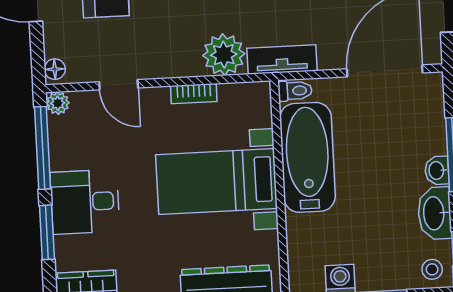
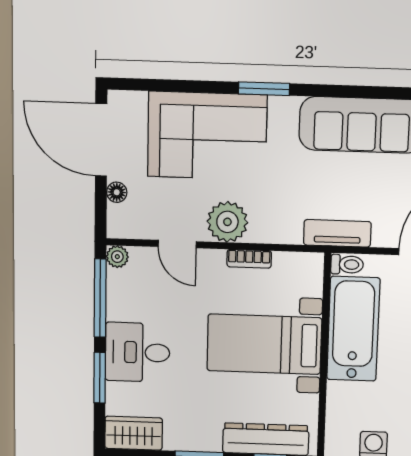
plant: (224, 55) -> (227, 222), moved
floor lamp: (55, 69) -> (117, 192), moved

